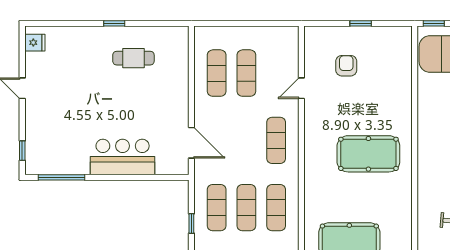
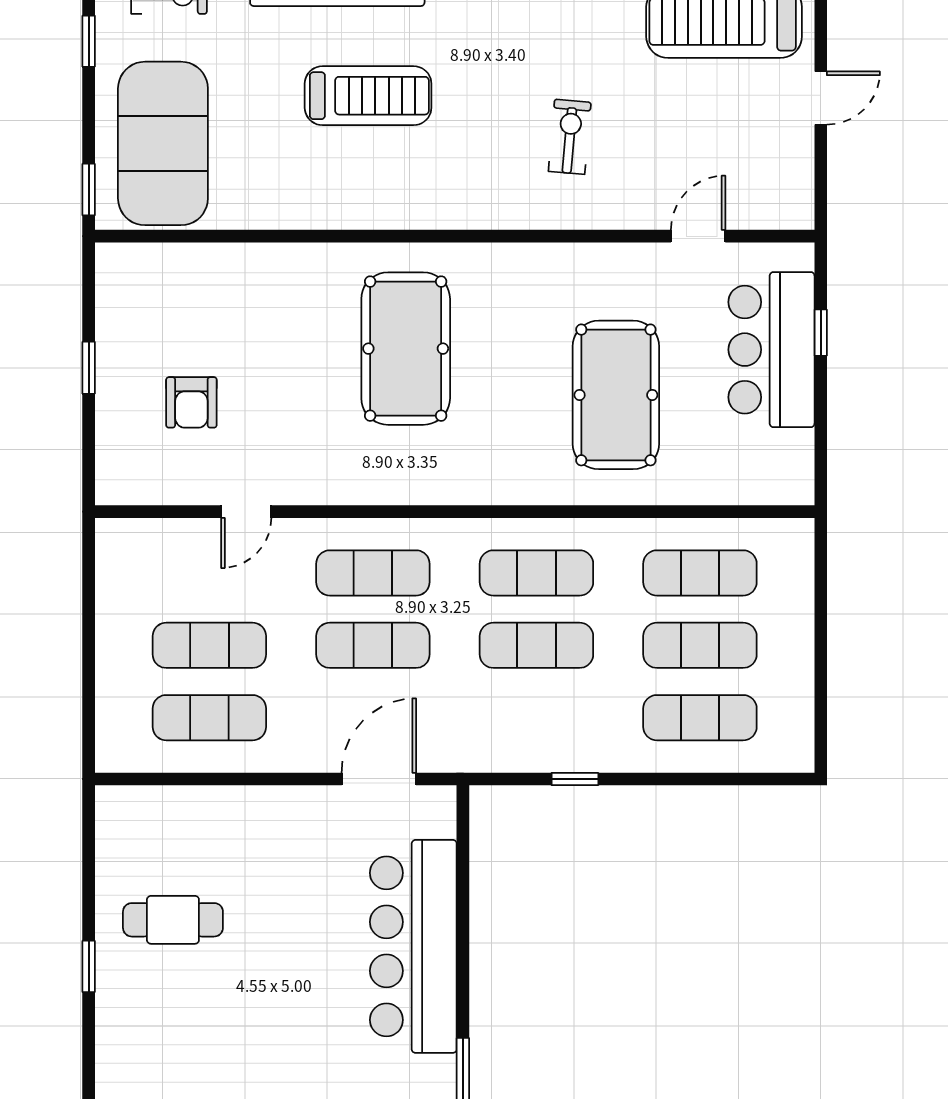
cafe table: (133, 58) -> (173, 920), turned 90
armchair: (346, 66) -> (191, 402), turned -90
door: (301, 88) -> (246, 512), hinge flipped
bar counter: (123, 157) -> (413, 946), width x1.36
exercise mat: (217, 208) -> (373, 645), moved

